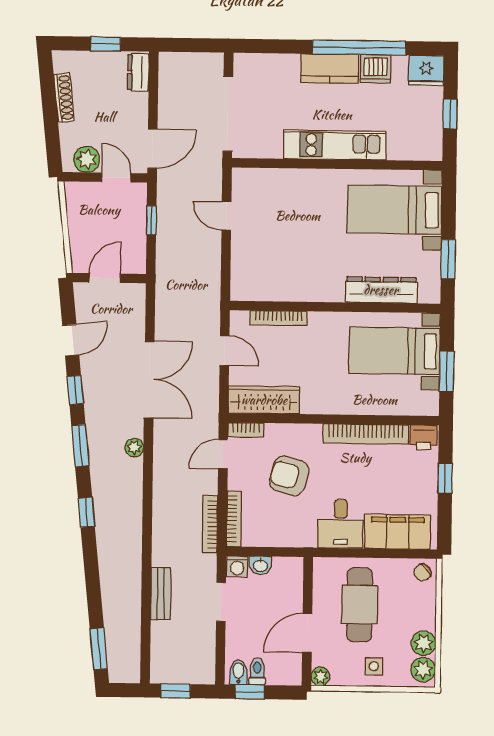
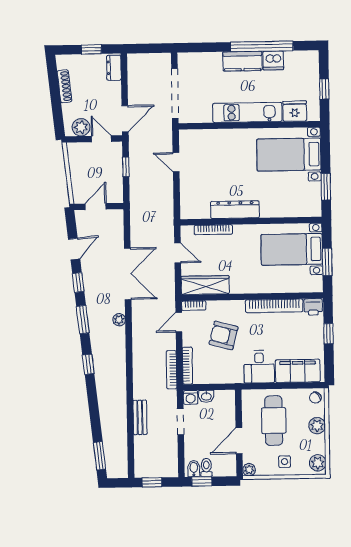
fridge: (426, 71) -> (295, 111), moved, turned 180
dresser: (381, 290) -> (235, 210), moved
plant: (423, 643) -> (317, 426), moved

